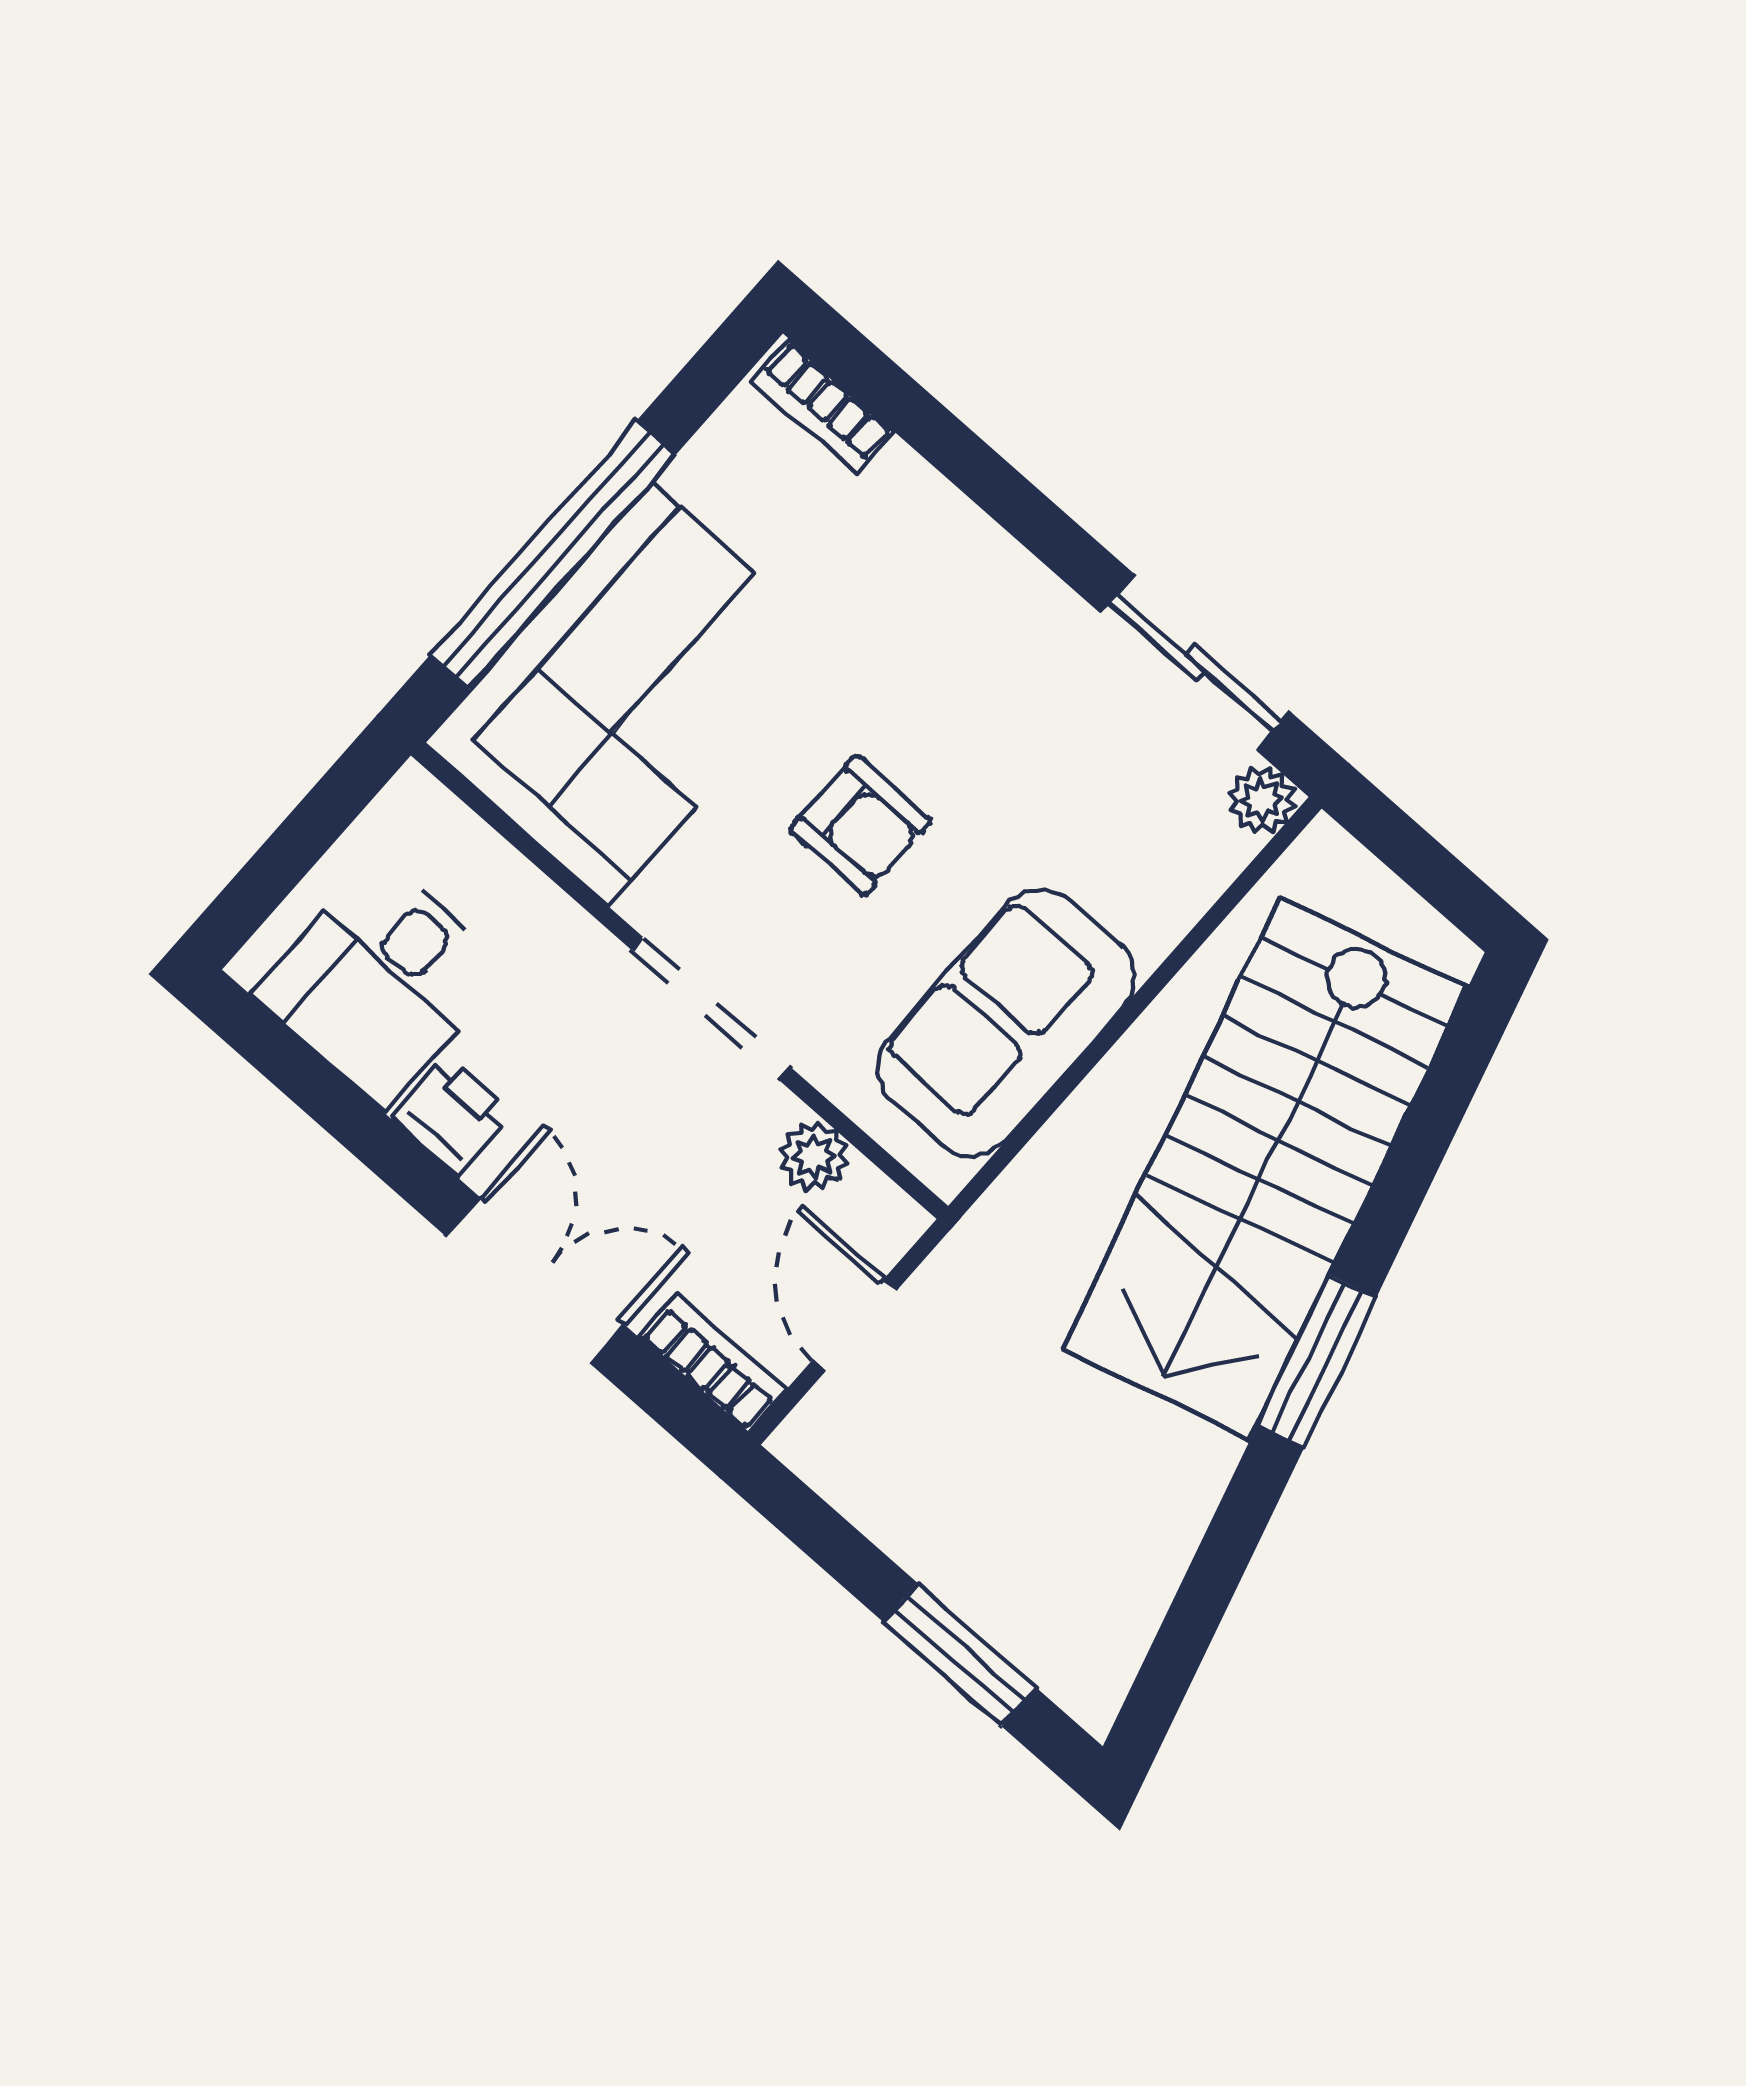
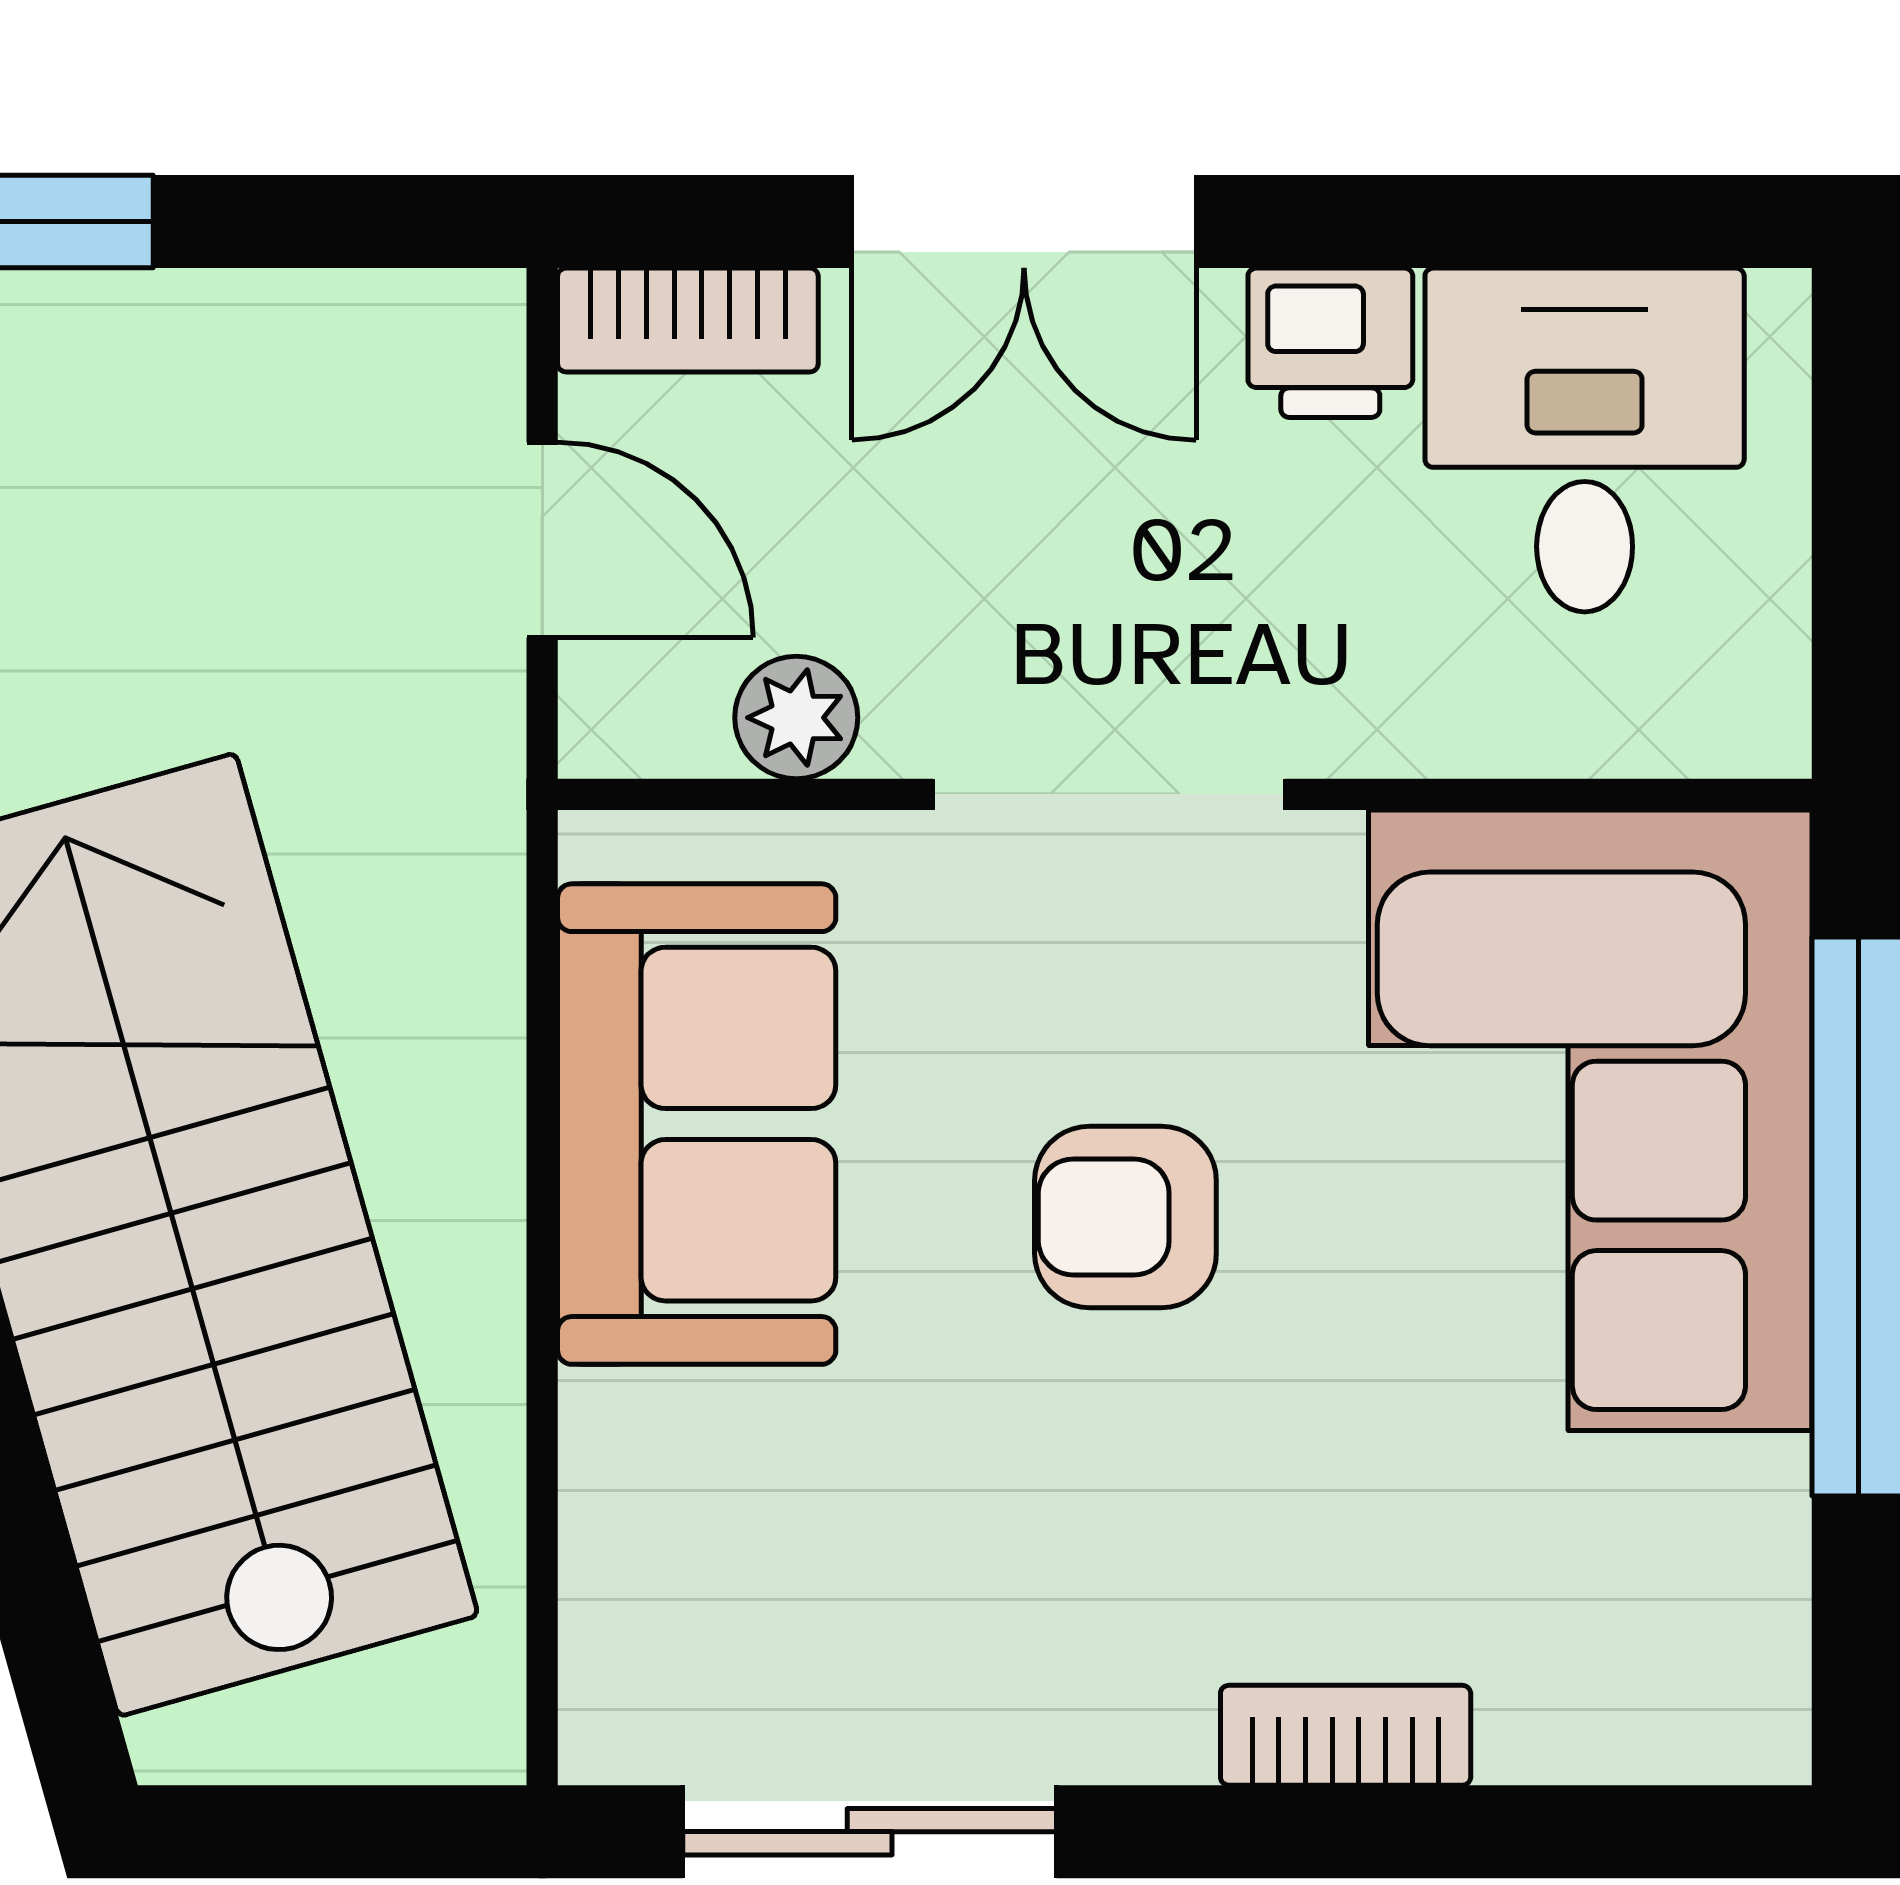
bookcase: (823, 406) -> (1346, 1735), moved
plant: (1262, 800) -> (618, 1725), removed

